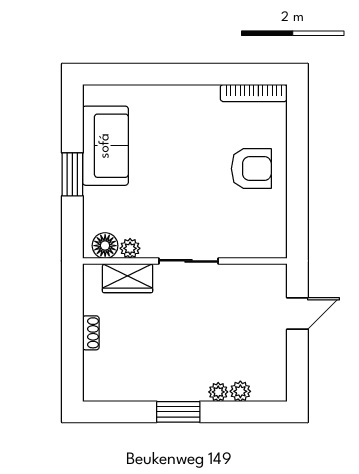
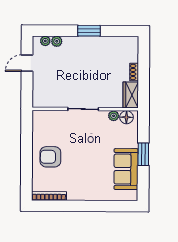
wardrobe: (128, 278) -> (131, 95), moved, turned -90
door: (297, 314) -> (27, 63), moved
plant: (218, 392) -> (45, 41), moved

